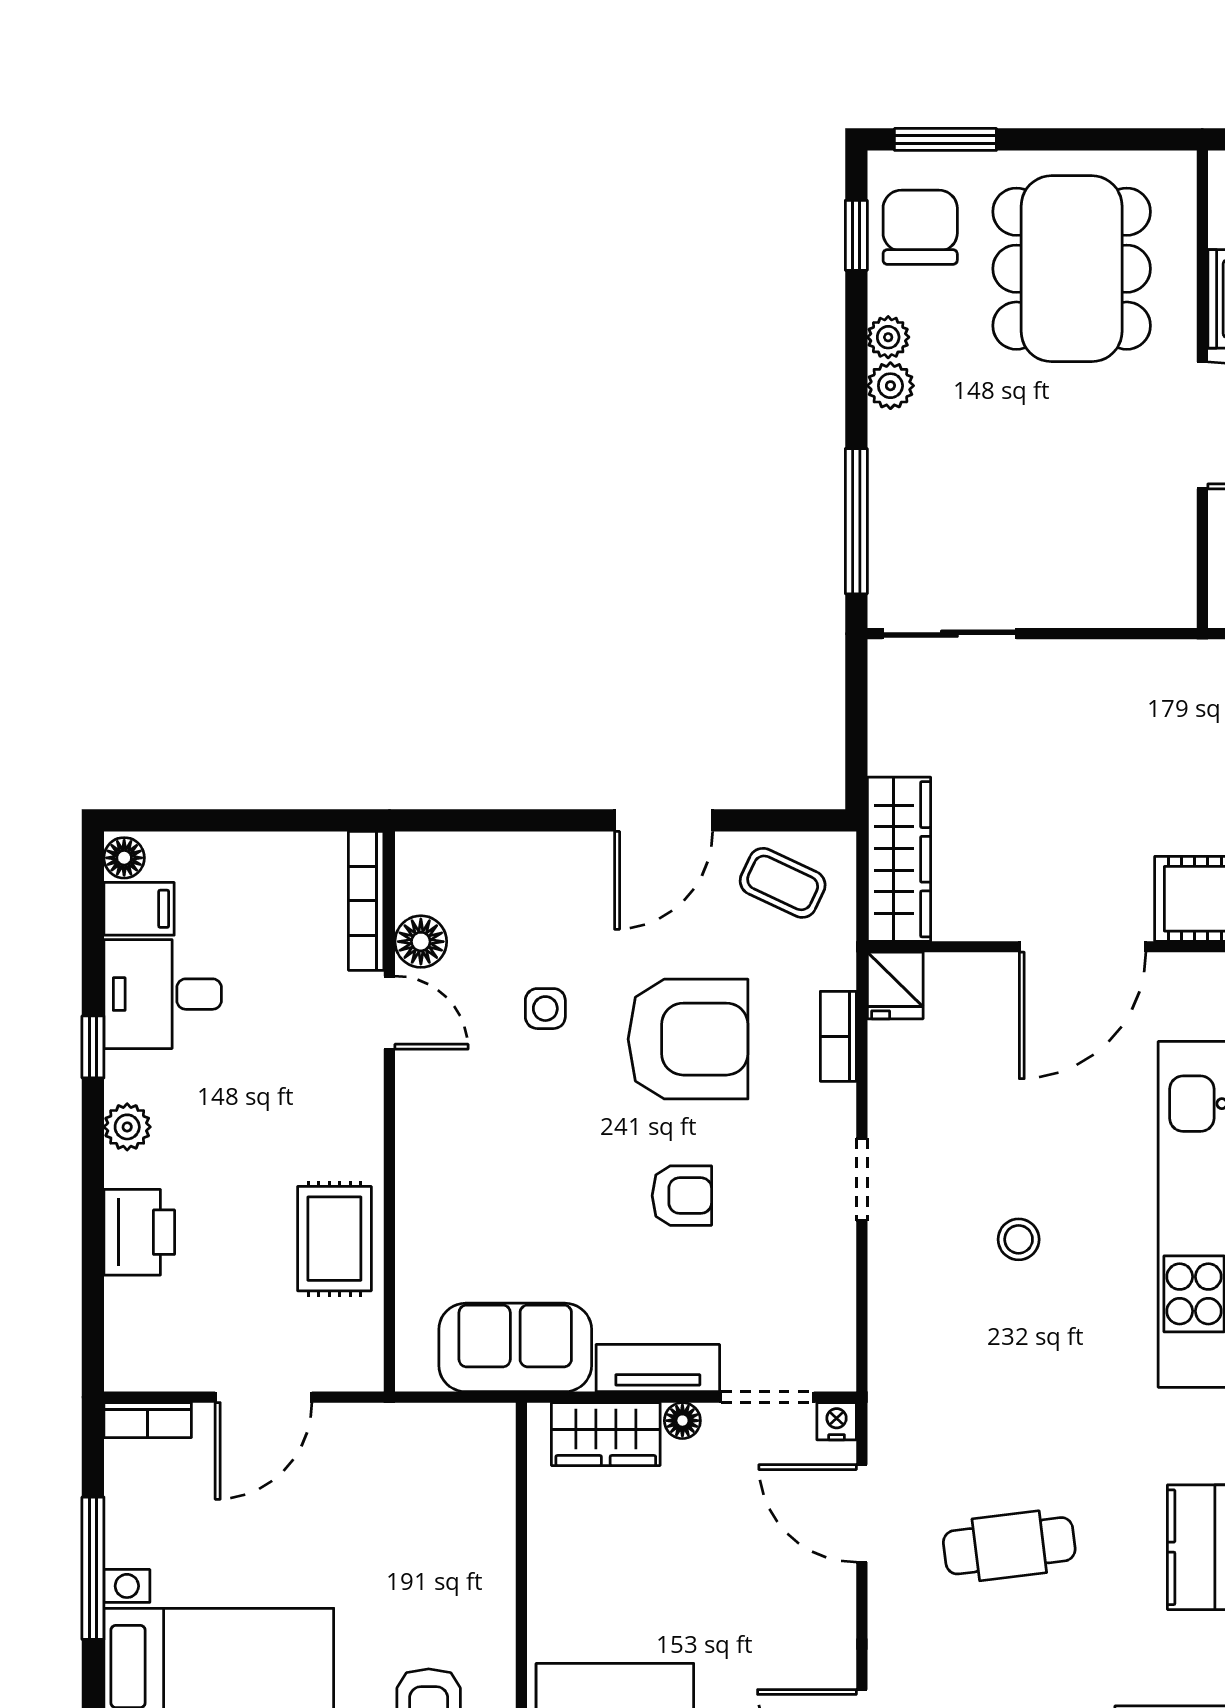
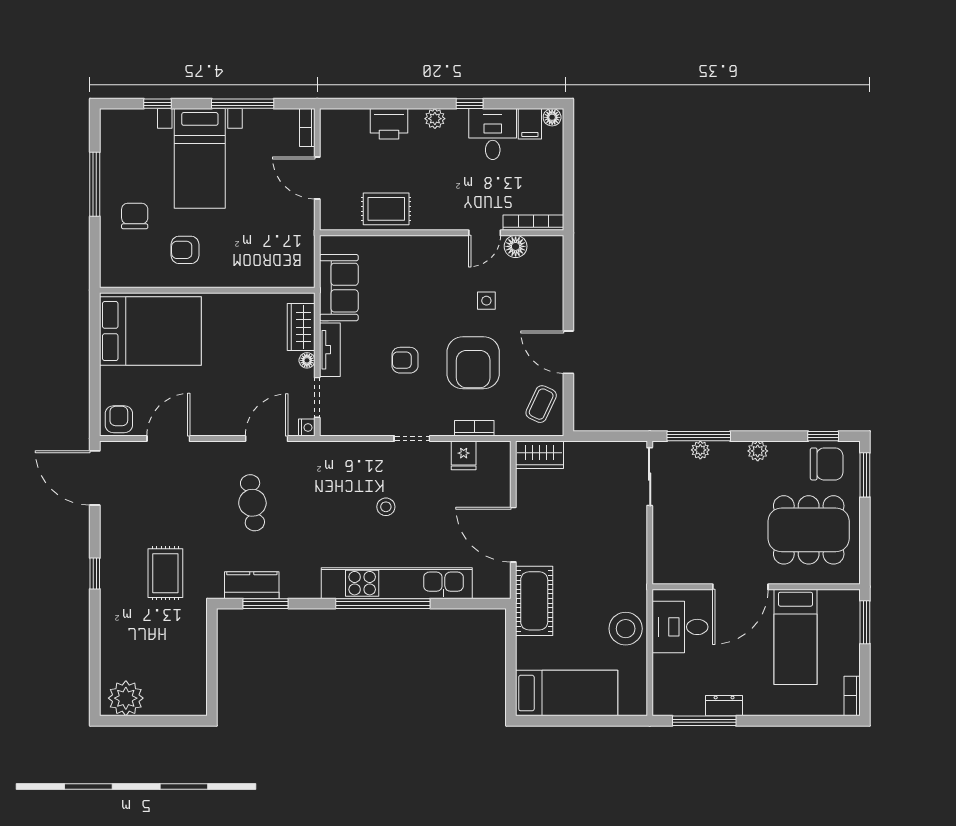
plant: (888, 337) -> (700, 450), moved
wardrobe: (899, 859) -> (540, 455), width x0.67
fridge: (895, 986) -> (464, 455), moved, turned -90
armchair: (682, 1196) -> (405, 360), turned 90

